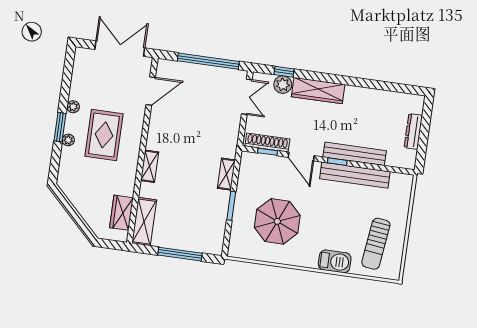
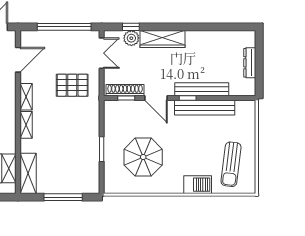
pallet: (208, 128) -> (72, 85), added
shelving: (226, 174) -> (26, 97), moved

